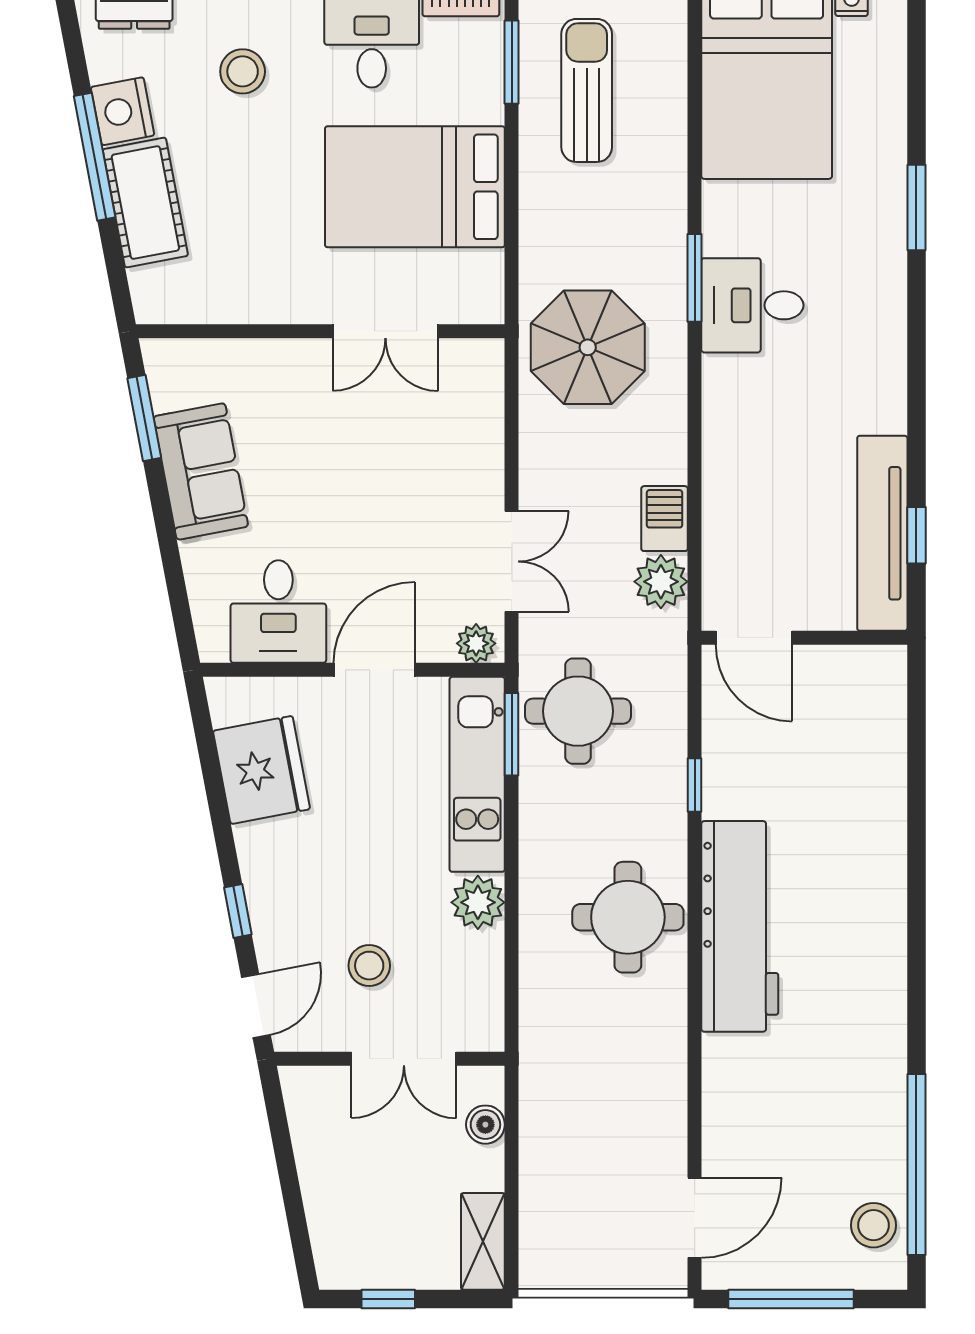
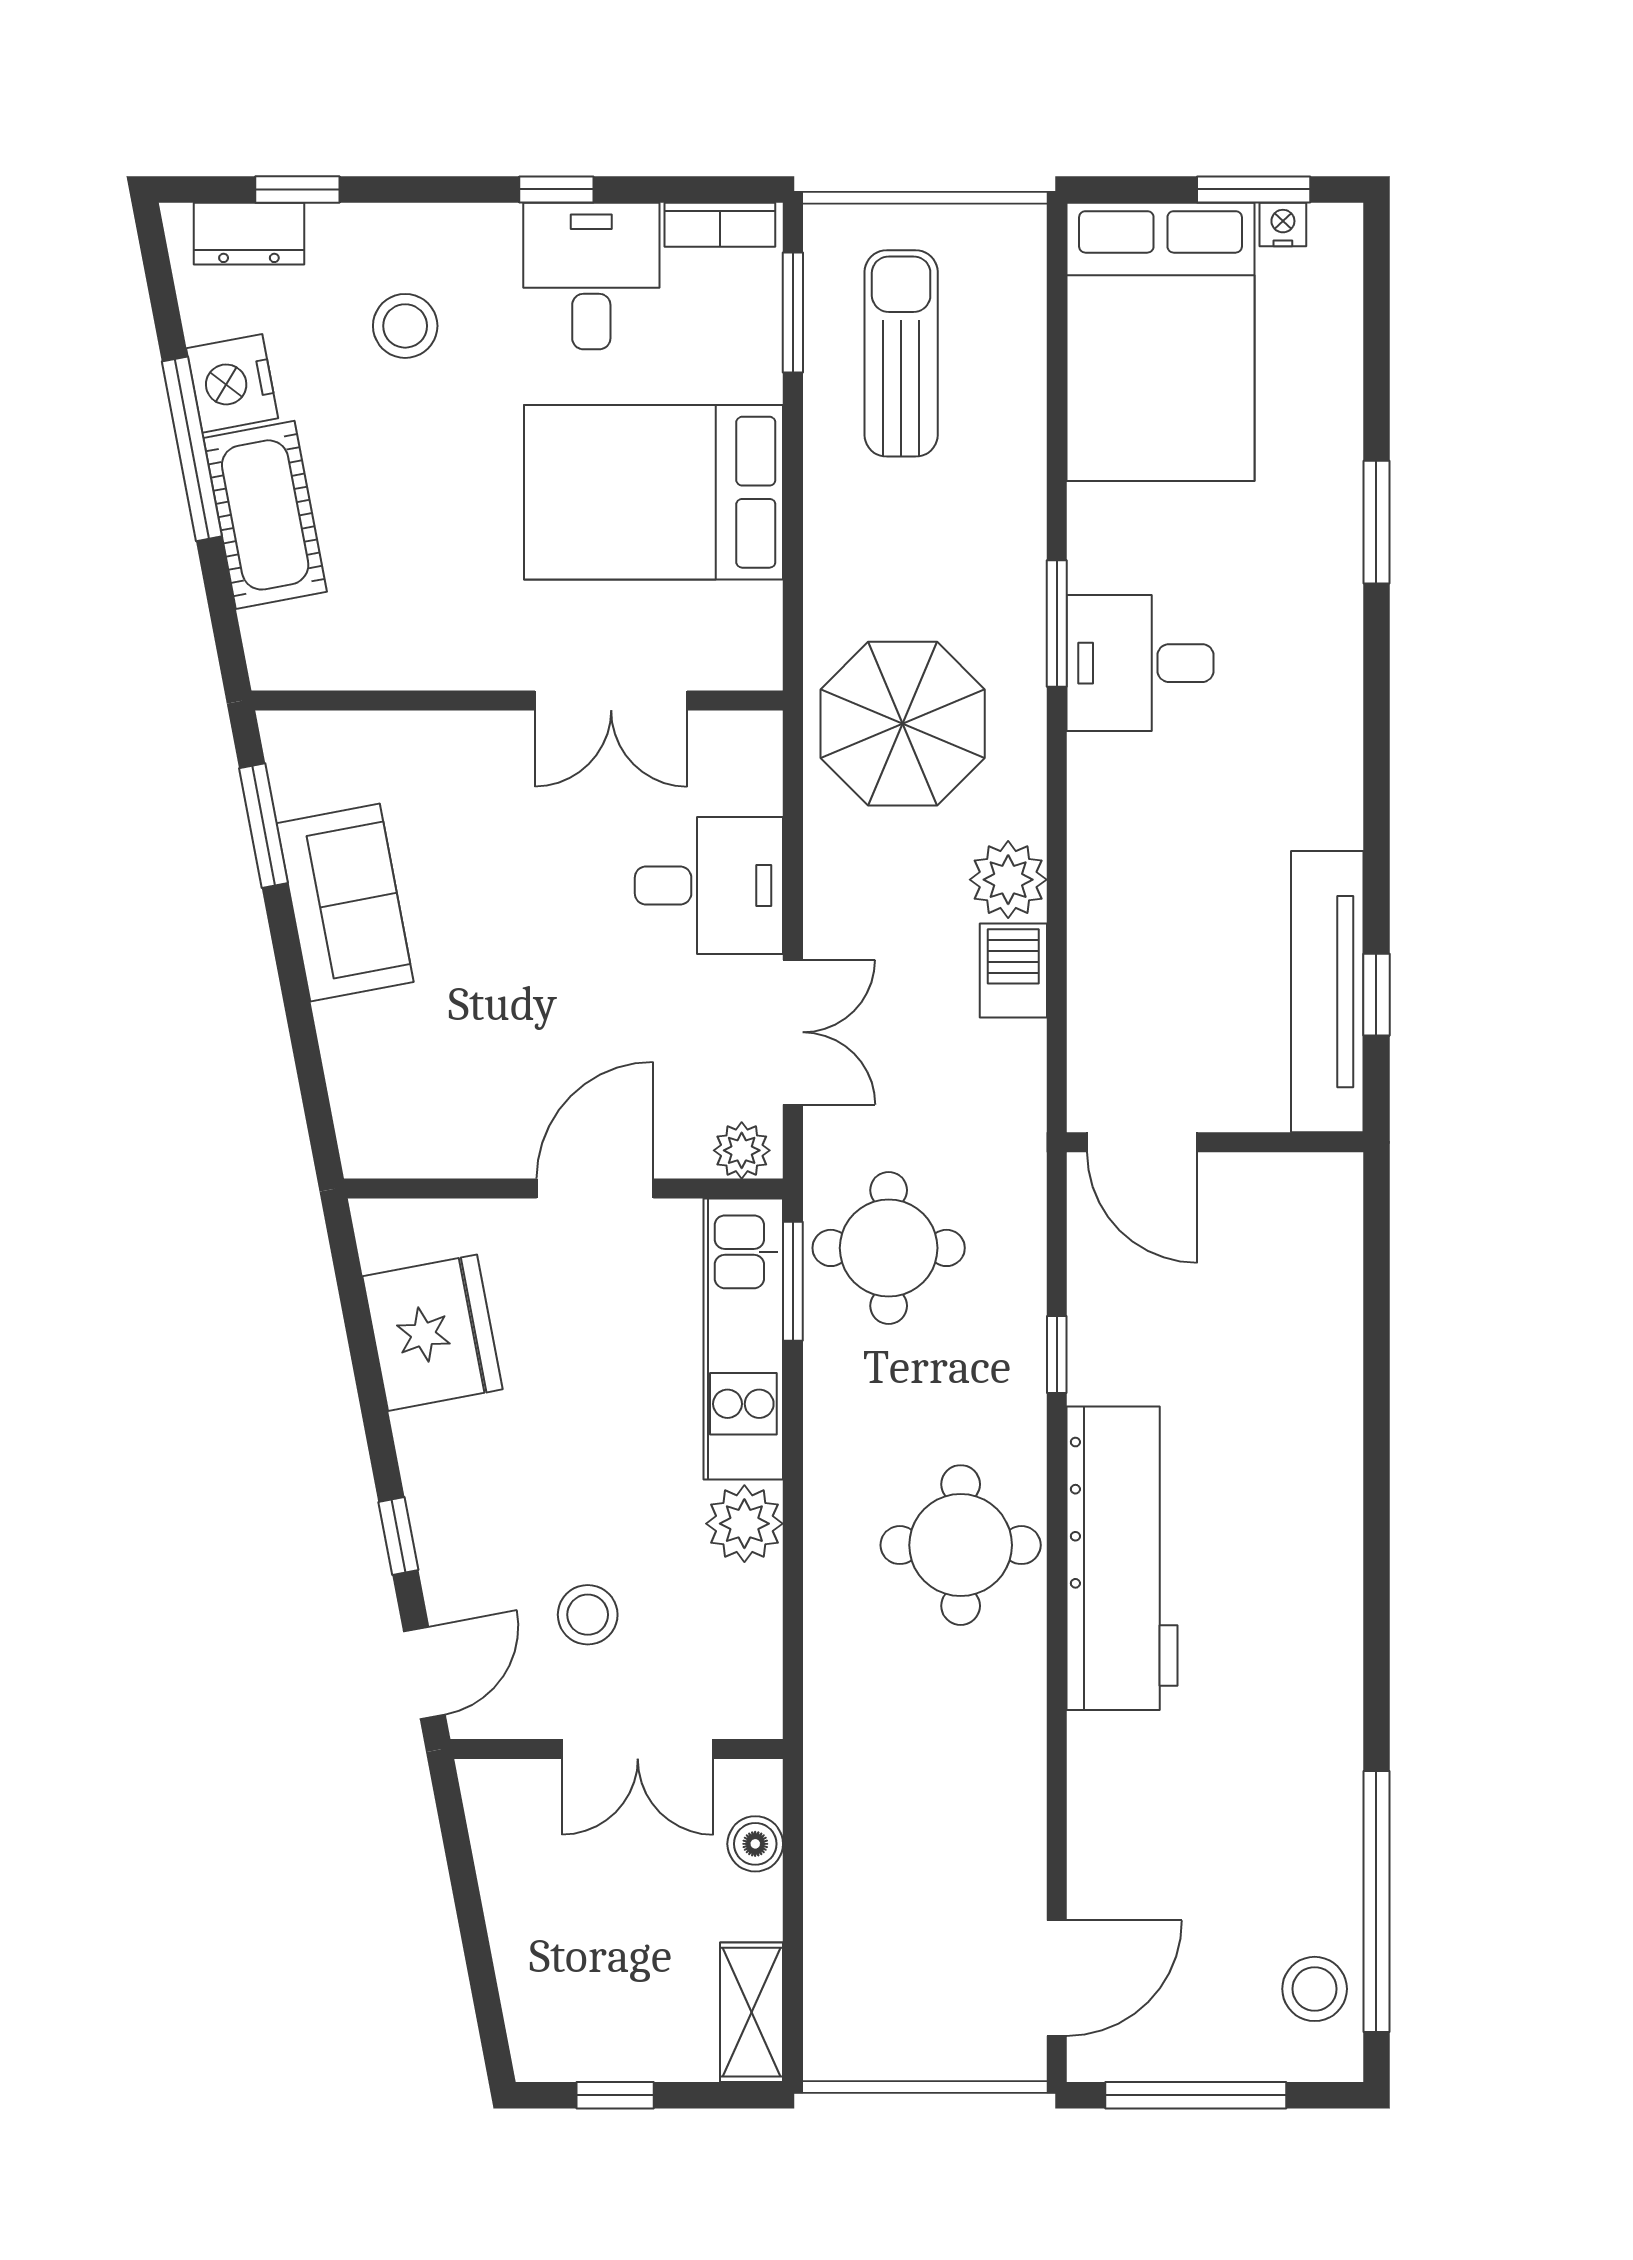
plant: (661, 582) -> (1008, 880), moved
desk: (278, 612) -> (709, 886), moved, turned -90

